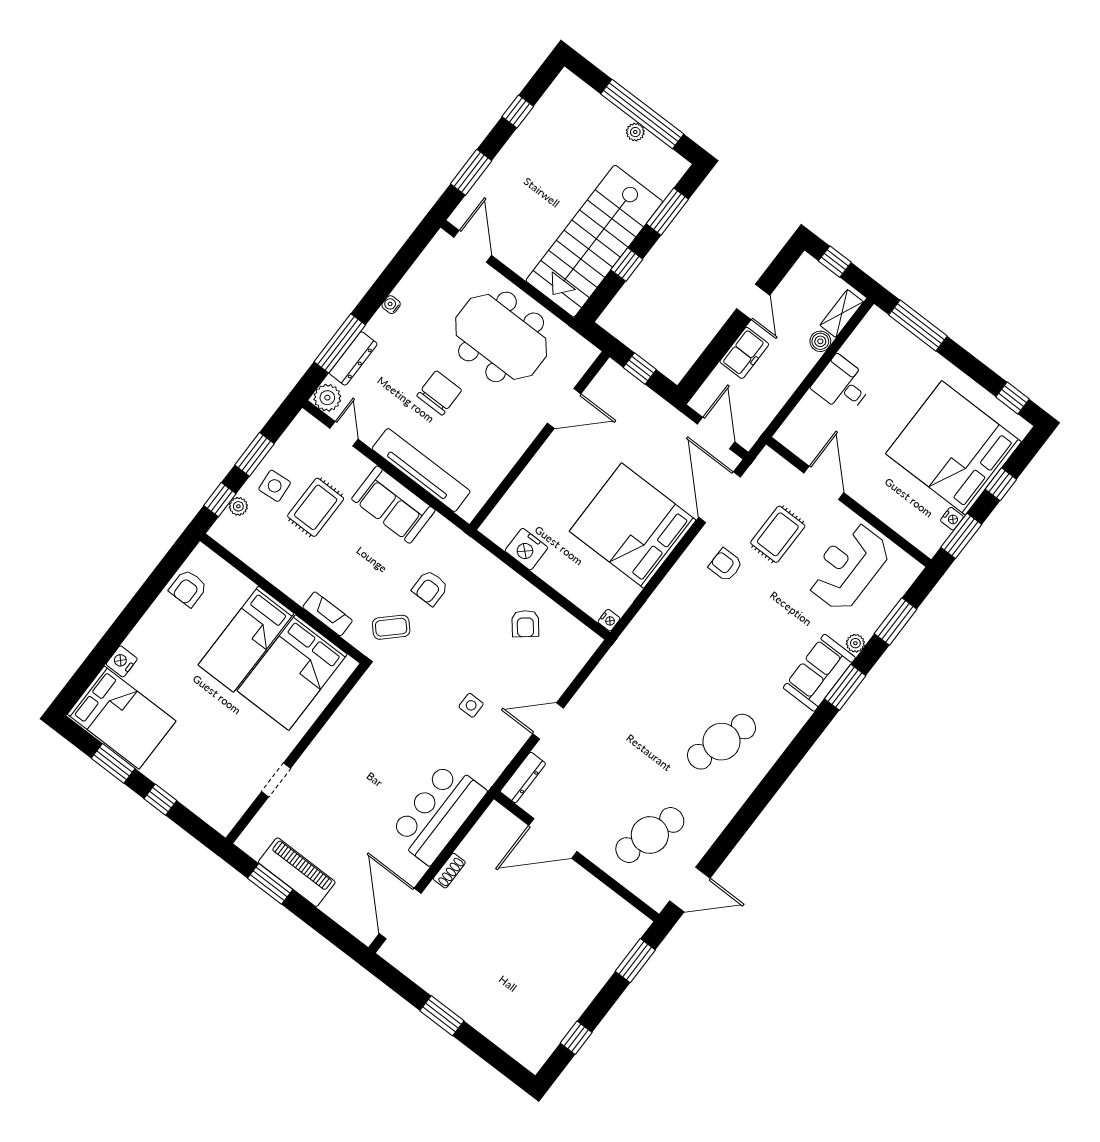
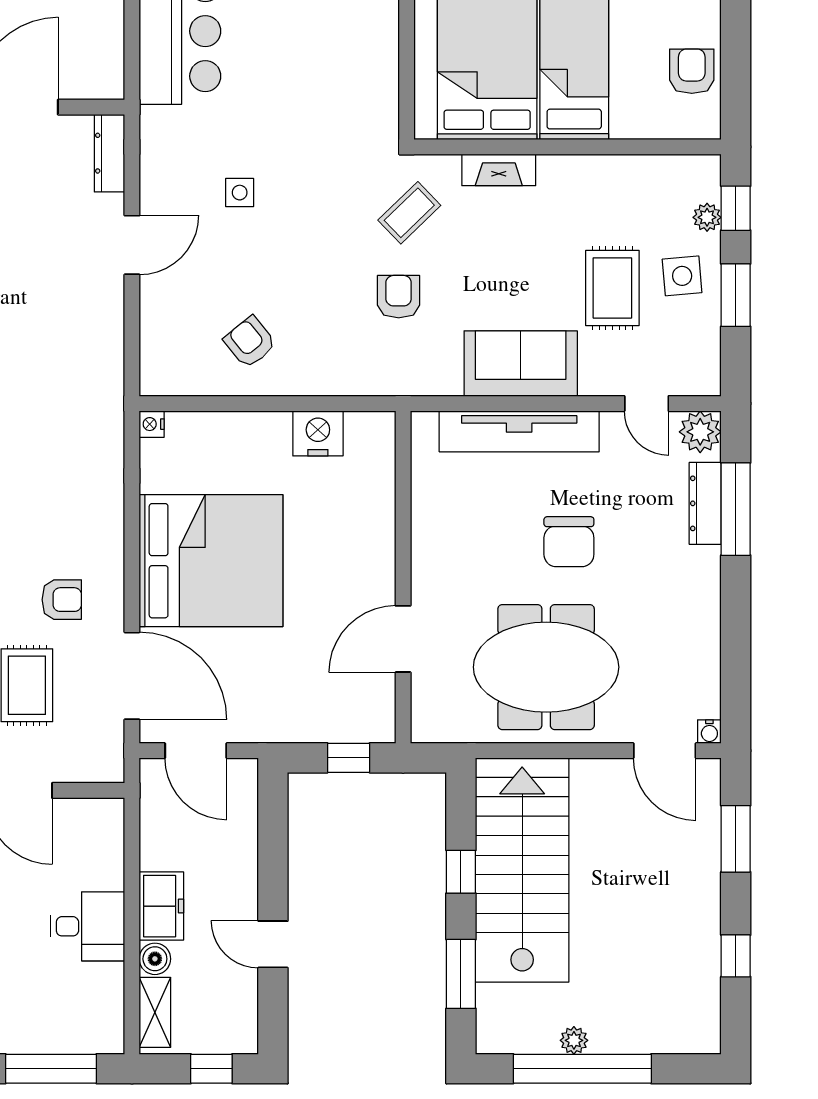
water cooler: (391, 305) -> (709, 732), moved, turned 90
freezer: (744, 353) -> (161, 906), moved, turned 180

